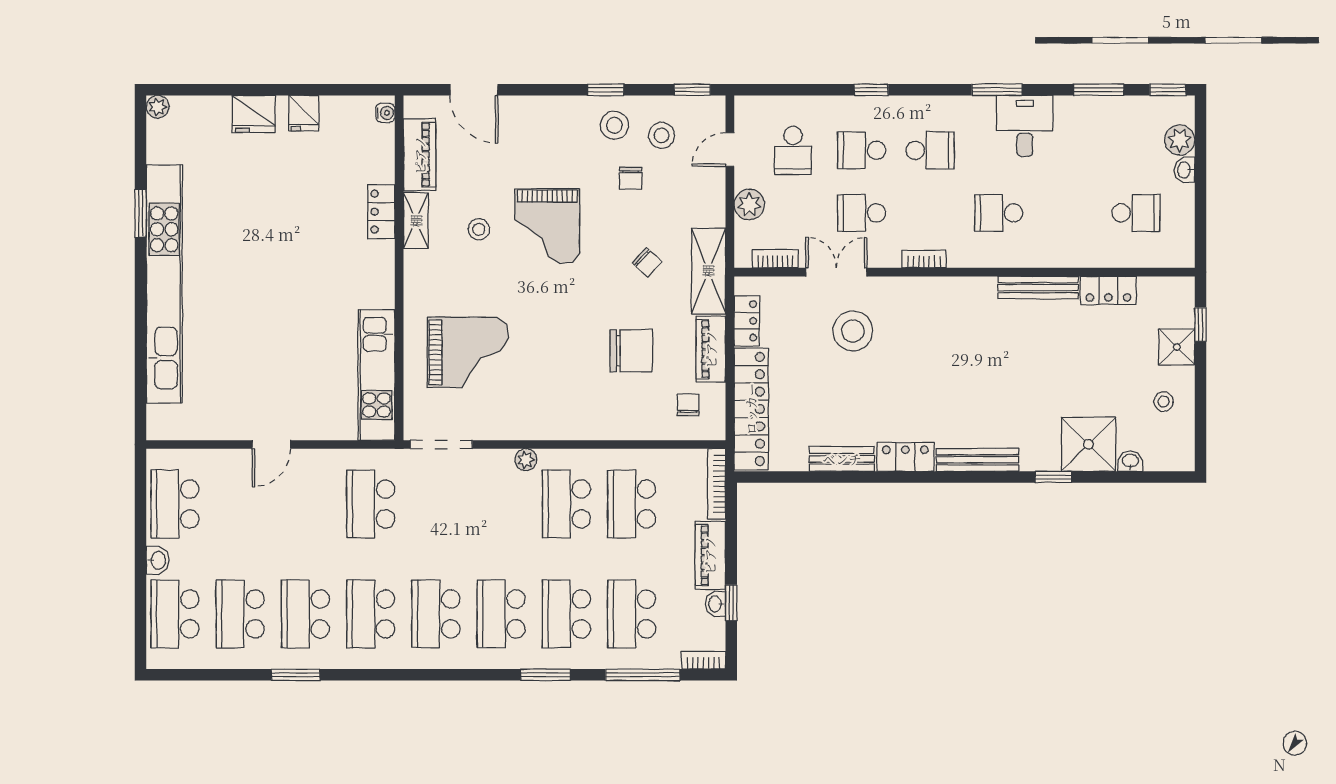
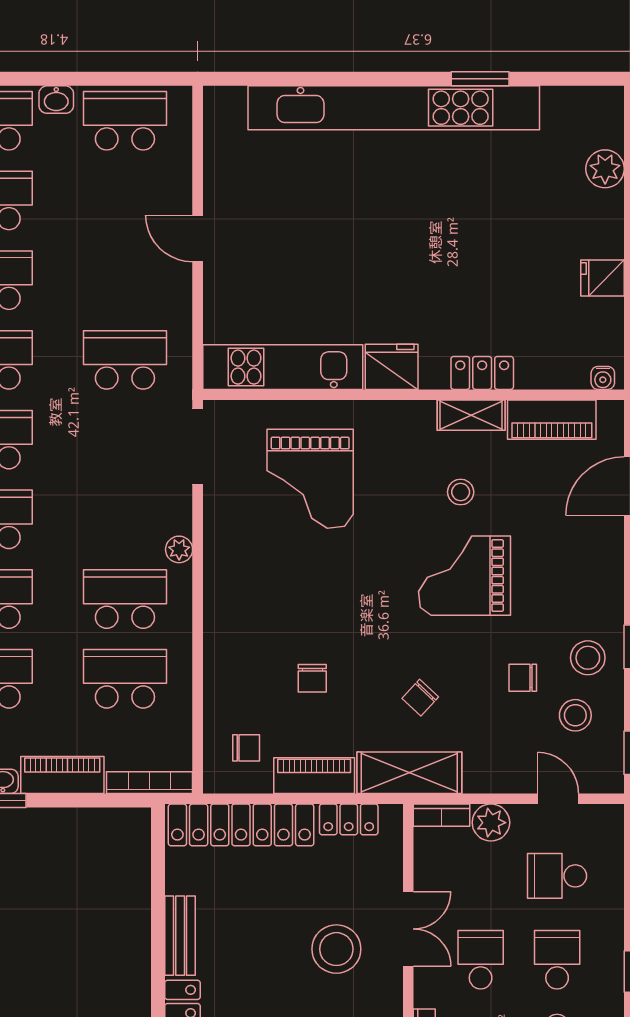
plant: (158, 107) -> (605, 169), moved, width x1.38, depth x1.38
fridge: (254, 114) -> (392, 367), moved, turned 90
bookcase: (775, 259) -> (442, 815), moved, turned 90
chair: (631, 351) -> (312, 678), width x0.54, depth x0.54

